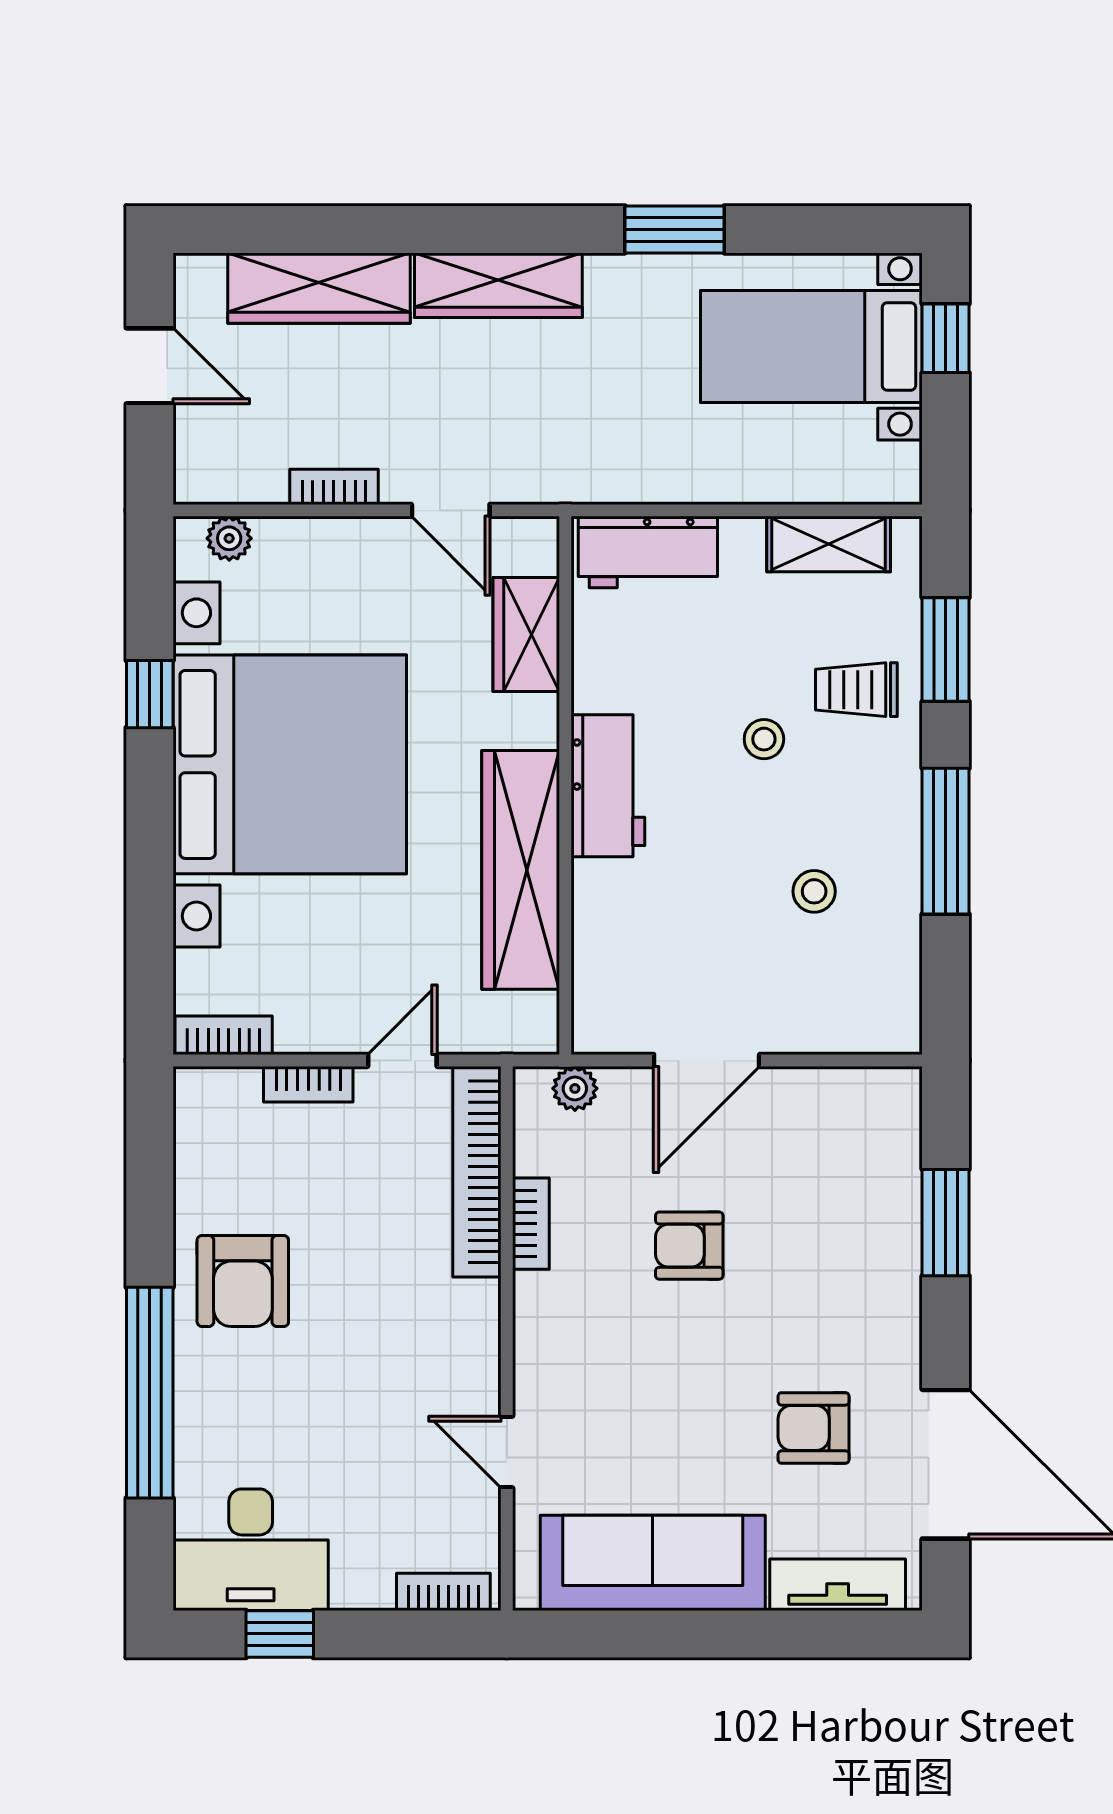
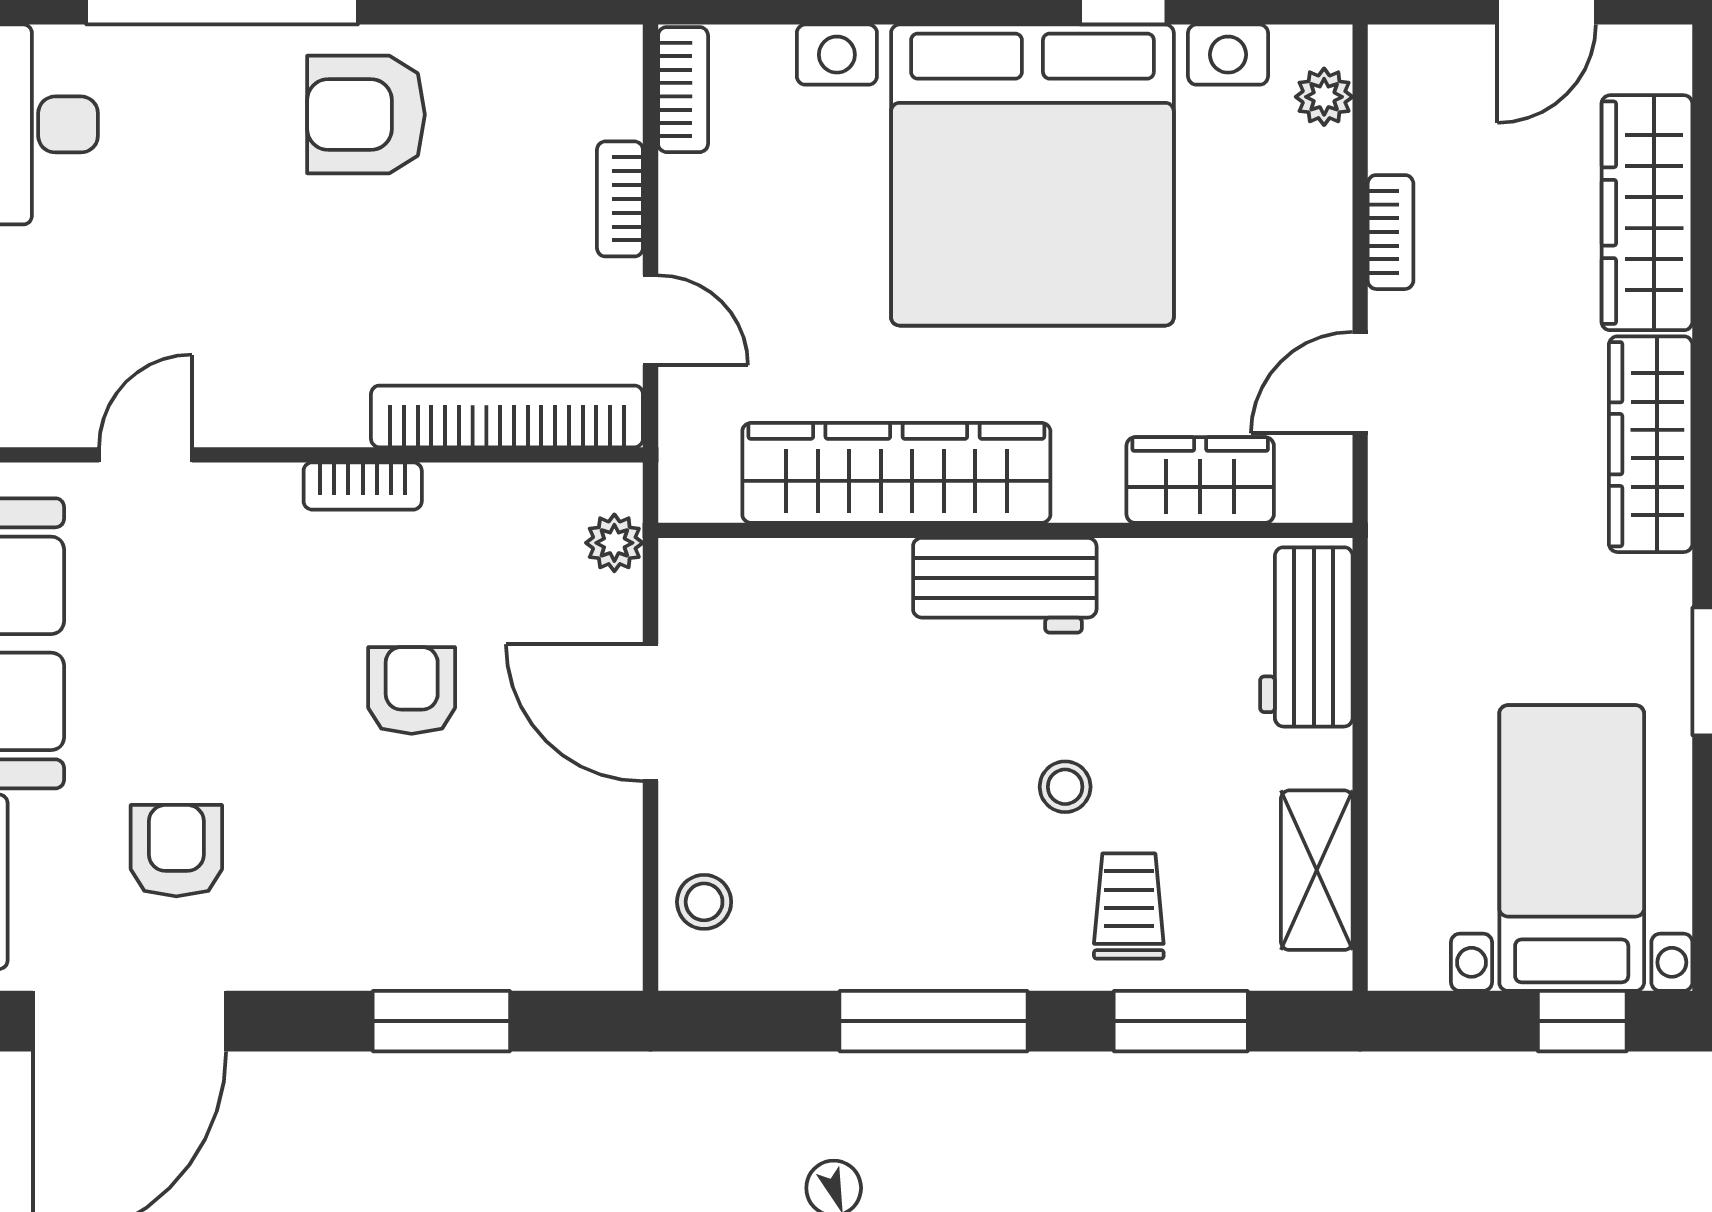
stool: (814, 891) -> (704, 902), moved
bookcase: (531, 1224) -> (363, 486), moved

